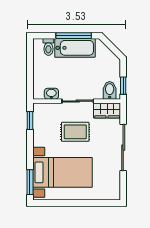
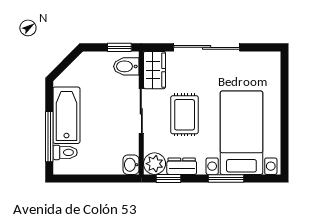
window: (74, 36) -> (49, 137), moved
washbasin: (51, 94) -> (131, 165), moved
plant: (41, 111) -> (155, 164), added
dresser: (39, 130) -> (182, 166), added
window: (30, 182) -> (226, 178), moved

